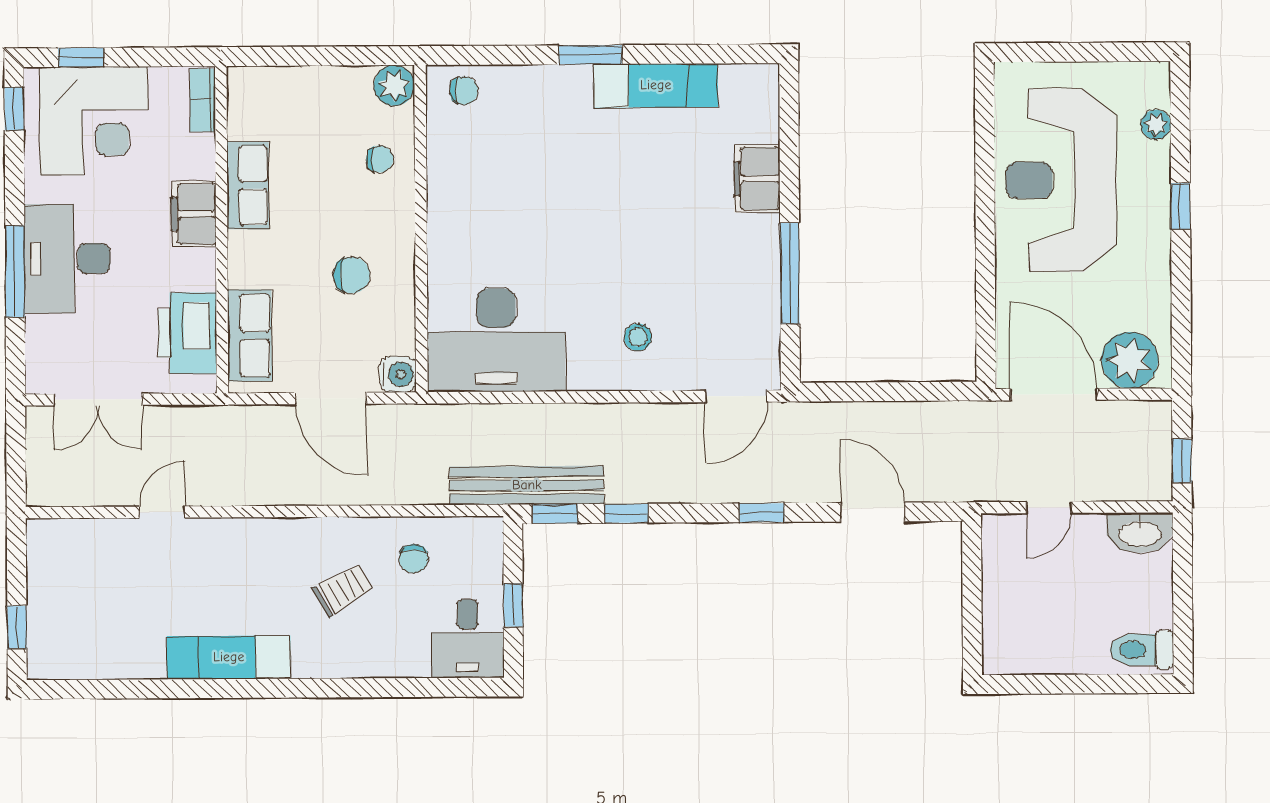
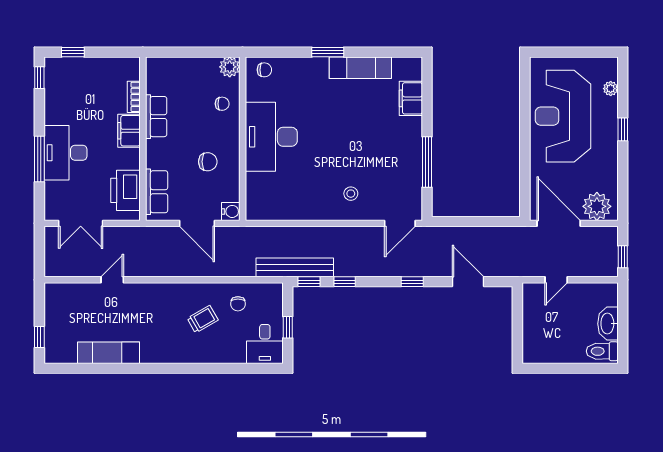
bookcase: (203, 100) -> (134, 97), moved
corner desk: (94, 121) -> (79, 84), removed
filing cabinet: (757, 179) -> (411, 98), moved
desk: (496, 340) -> (271, 137), moved, turned 90
washbasin: (1140, 533) -> (608, 324), moved, turned 90
exam couch: (229, 657) -> (108, 353), moved

